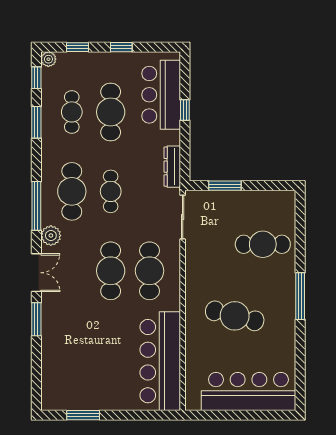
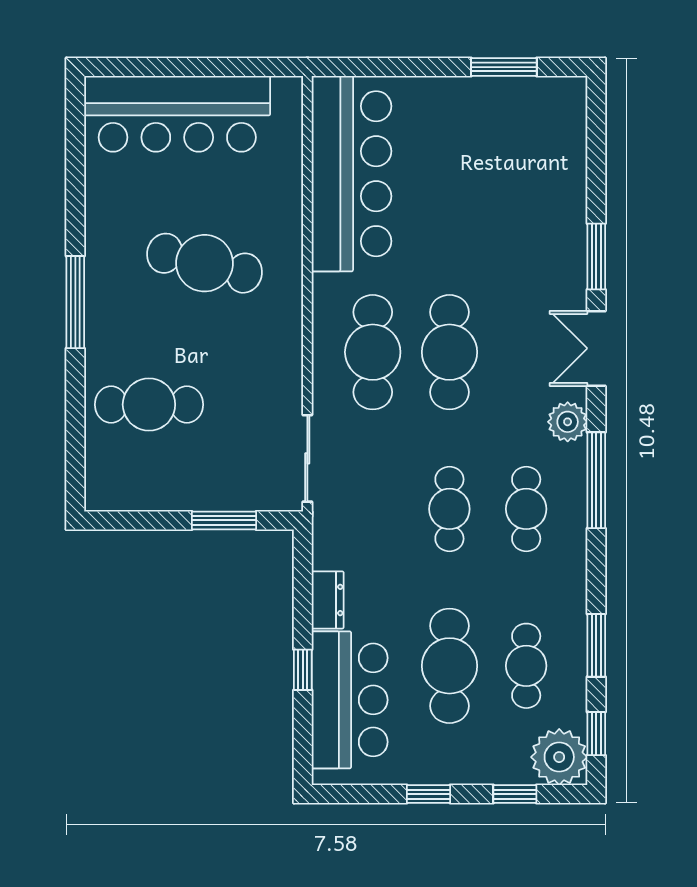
plant: (48, 59) -> (559, 757), width x1.87, depth x1.87
dresser: (172, 167) -> (328, 600), moved, width x0.70
cafe table: (72, 191) -> (526, 509), width x0.73, depth x0.74

